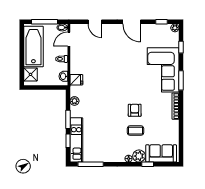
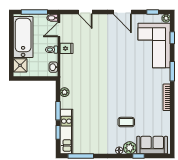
corner sofa: (163, 70) -> (154, 45), moved
fridge: (76, 80) -> (66, 48), moved
armchair: (135, 110) -> (125, 102), removed

